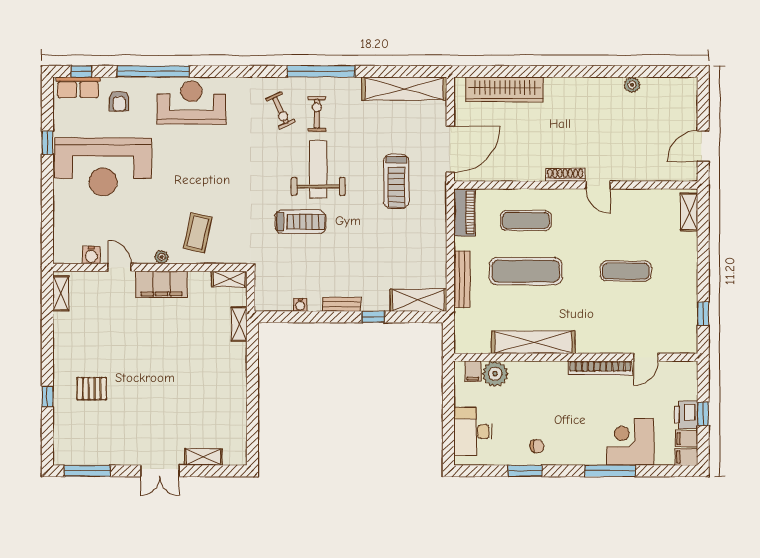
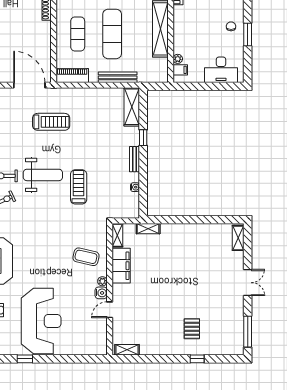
weight bench: (318, 169) -> (43, 175), turned 180
water cooler: (91, 255) -> (101, 293), moved
filing cabinet: (162, 284) -> (121, 266), moved
plant: (495, 374) -> (178, 59), width x0.53, depth x0.53
shelving: (203, 457) -> (238, 238), moved

